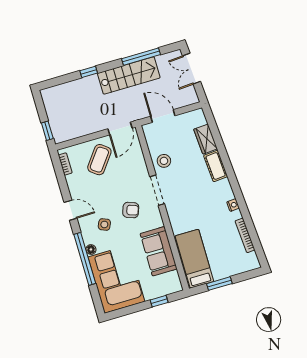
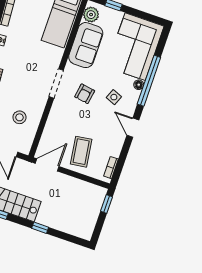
coffee table: (99, 160) -> (81, 152), turned -45
stool: (164, 161) -> (19, 117), moved
doorway: (157, 190) -> (56, 83), moved
armchair: (131, 210) -> (85, 94), turned -101
plant: (172, 280) -> (91, 15), added

